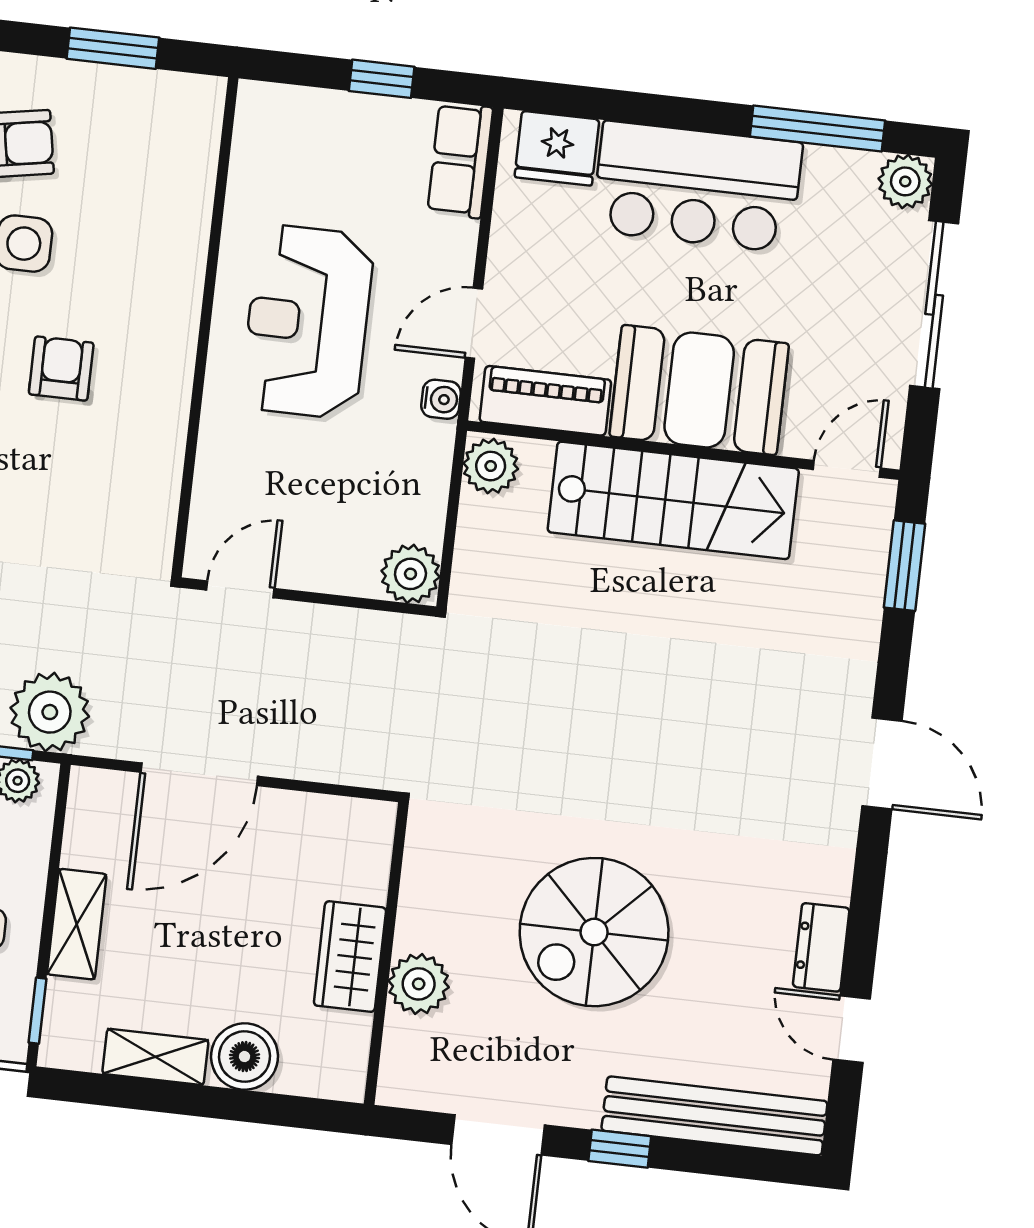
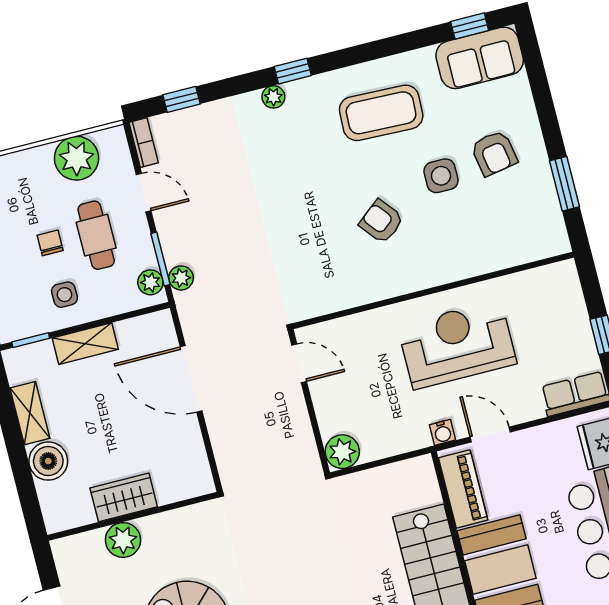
armchair: (61, 369) -> (381, 221), turned -129
plant: (491, 466) -> (417, 473), removed
plant: (50, 712) -> (181, 278), width x0.53, depth x0.53

